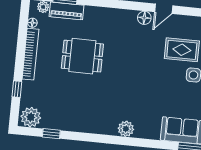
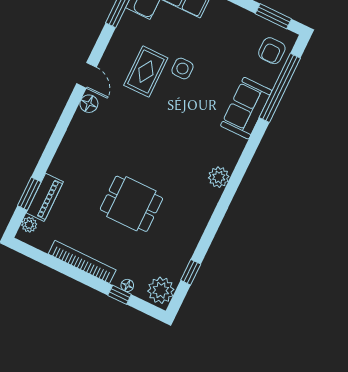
floor lamp: (32, 23) -> (127, 285), moved
dining table: (82, 56) -> (131, 204), moved, turned 90

